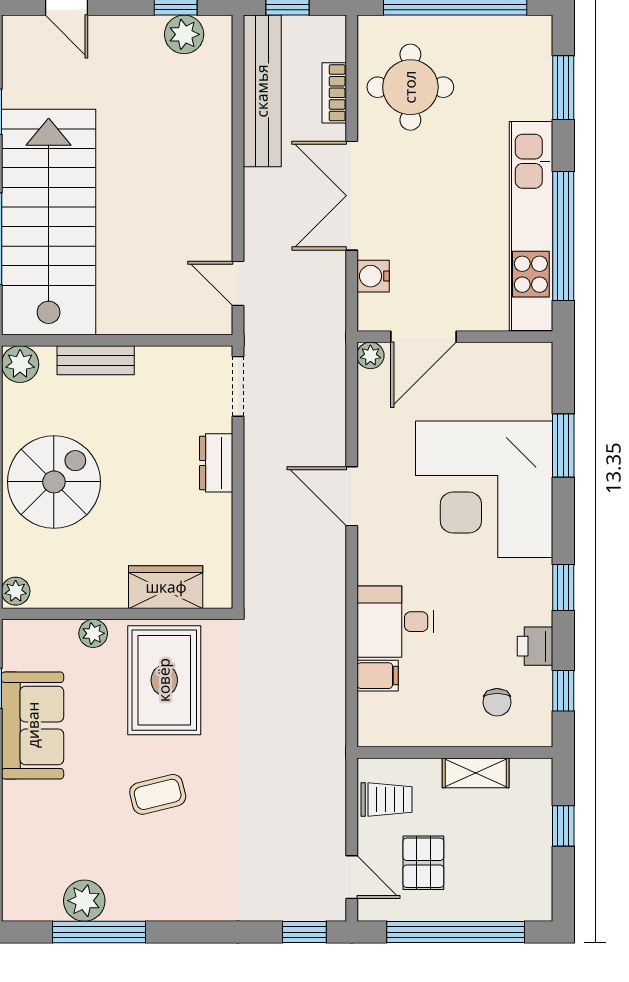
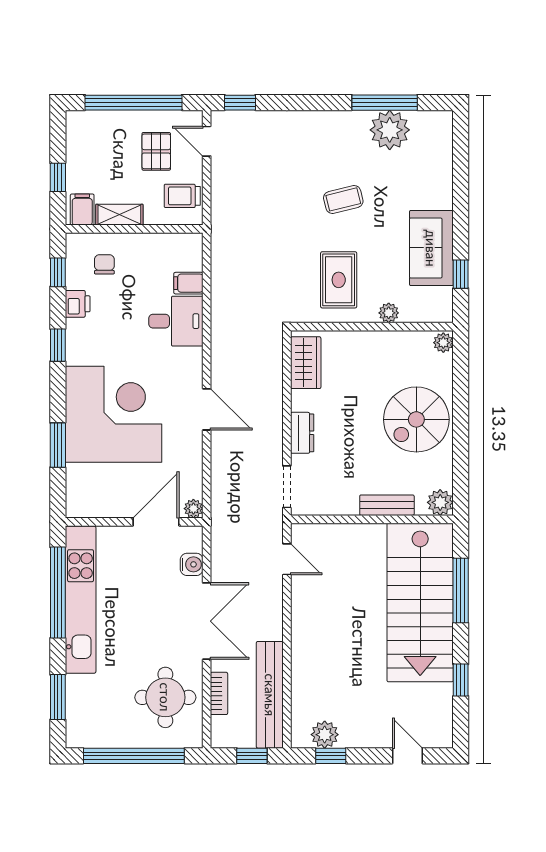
wardrobe: (166, 587) -> (306, 363), moved, turned -90
rug: (164, 680) -> (339, 280), width x0.73, depth x0.70
filing cabinet: (529, 780) -> (82, 210), added
plant: (84, 901) -> (390, 130), width x1.36, depth x1.36

